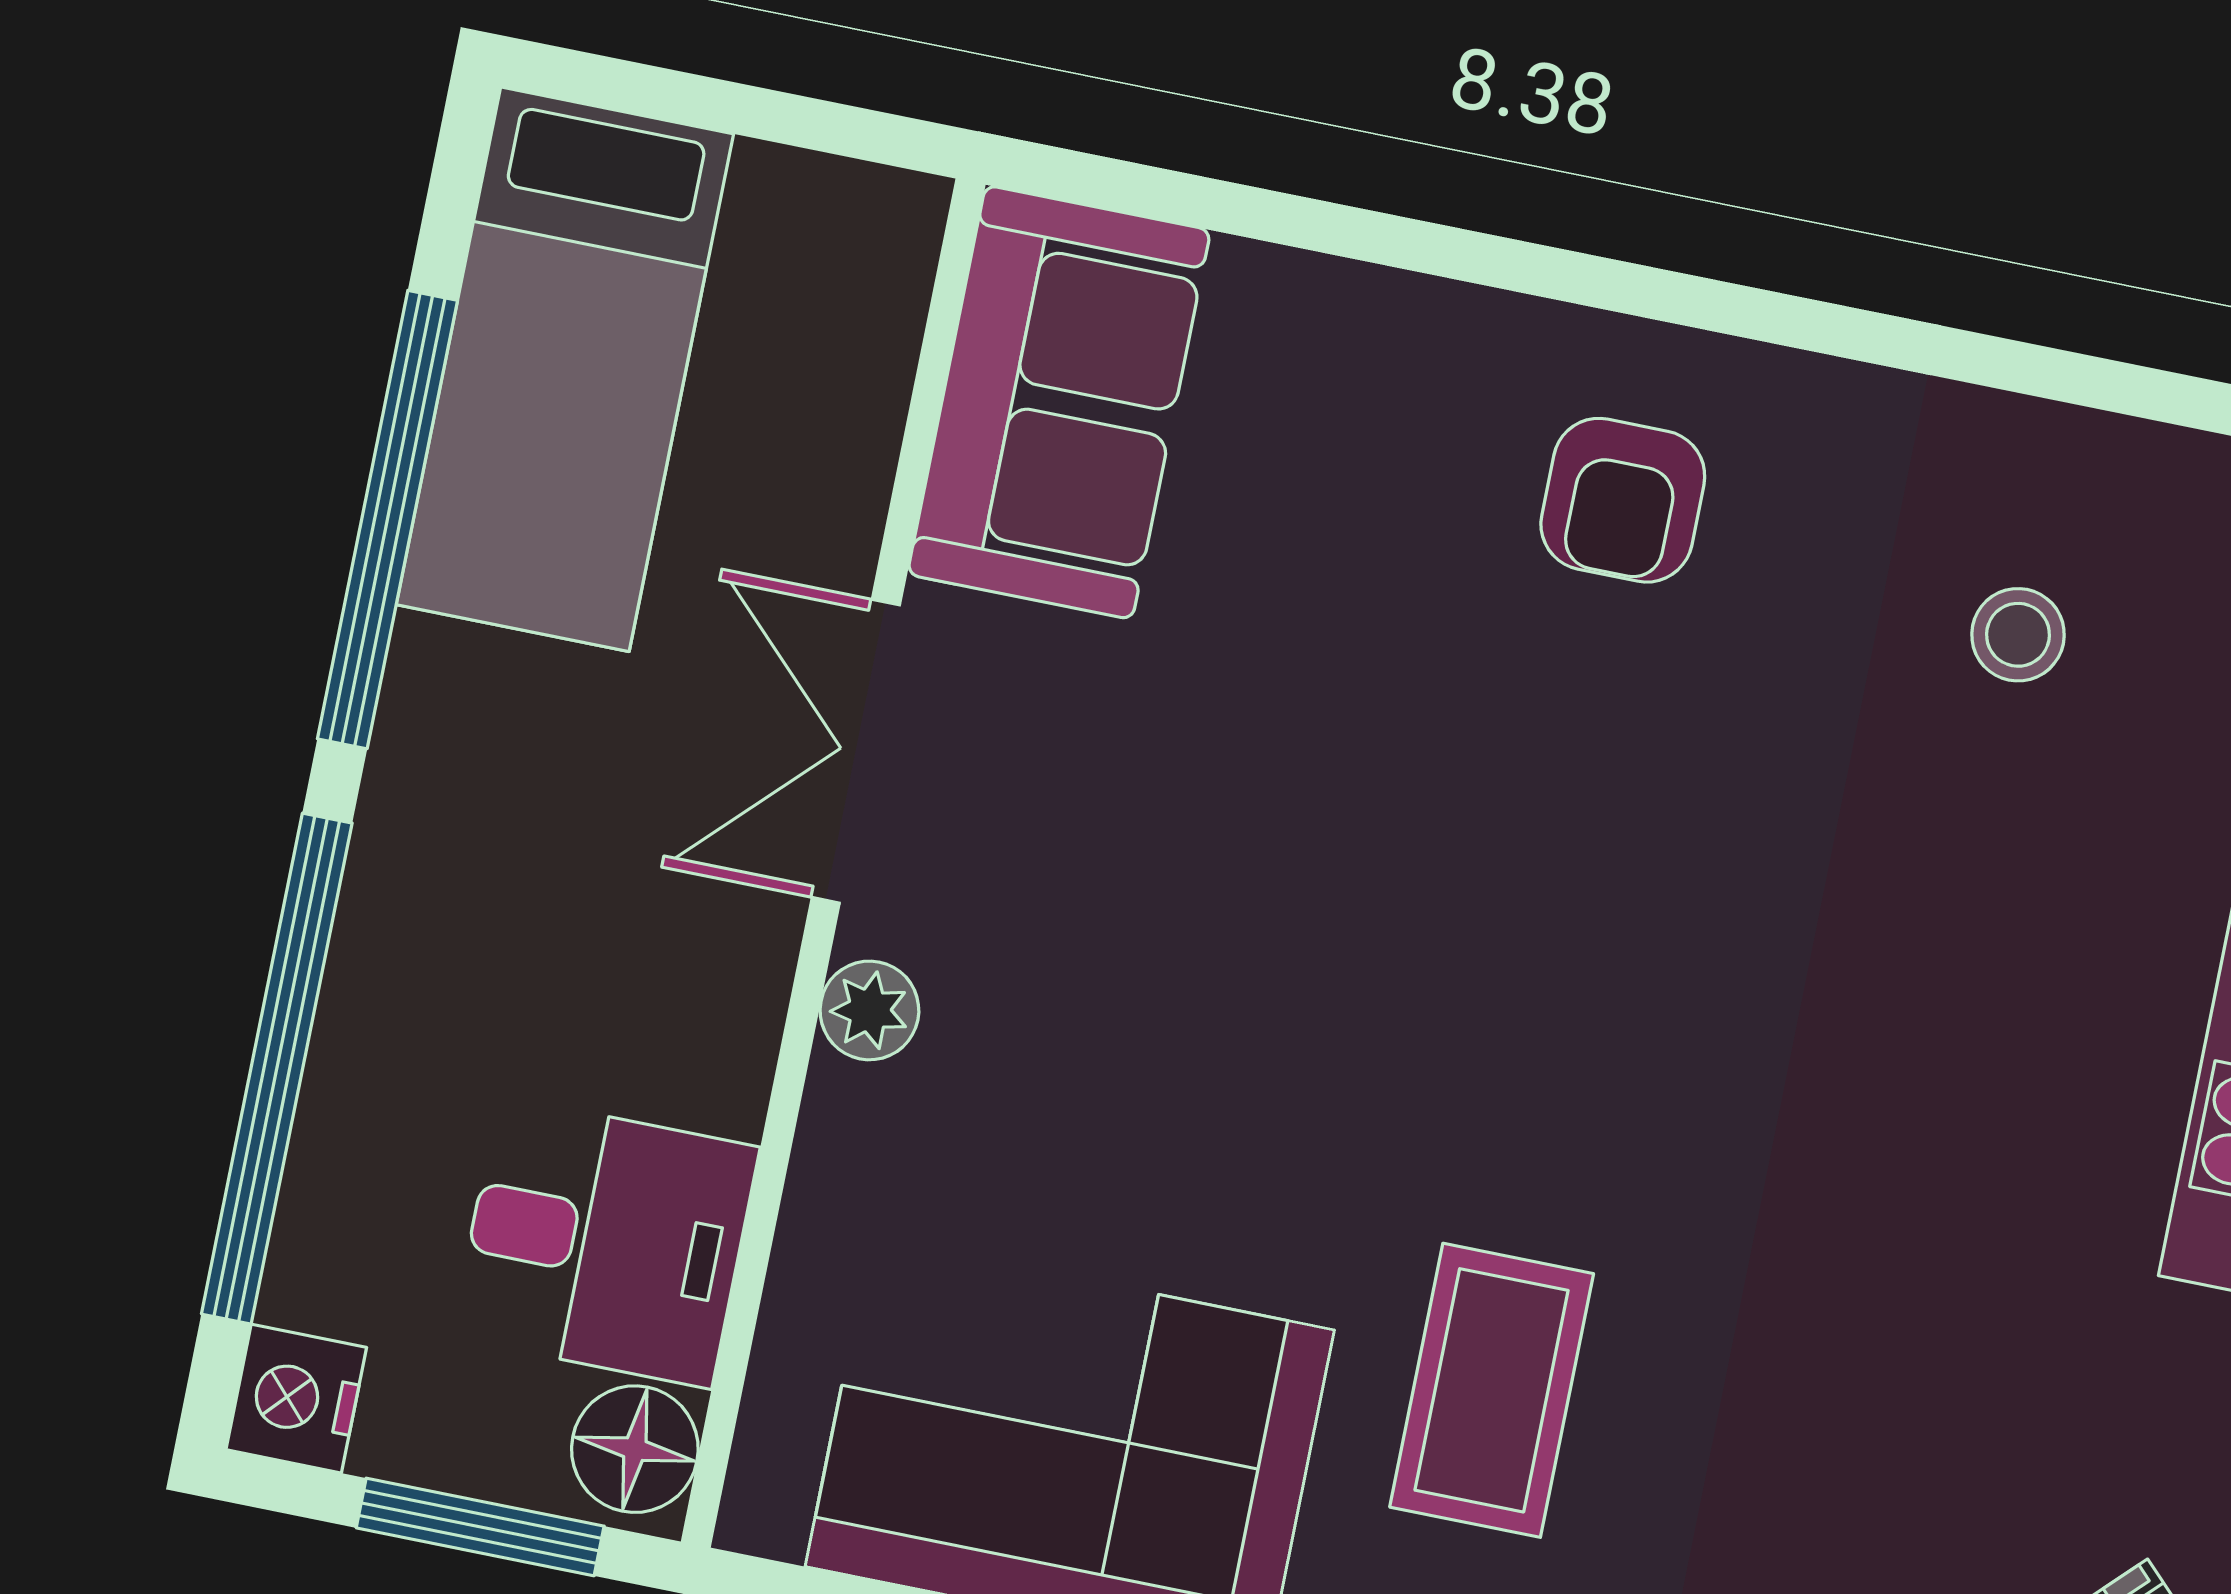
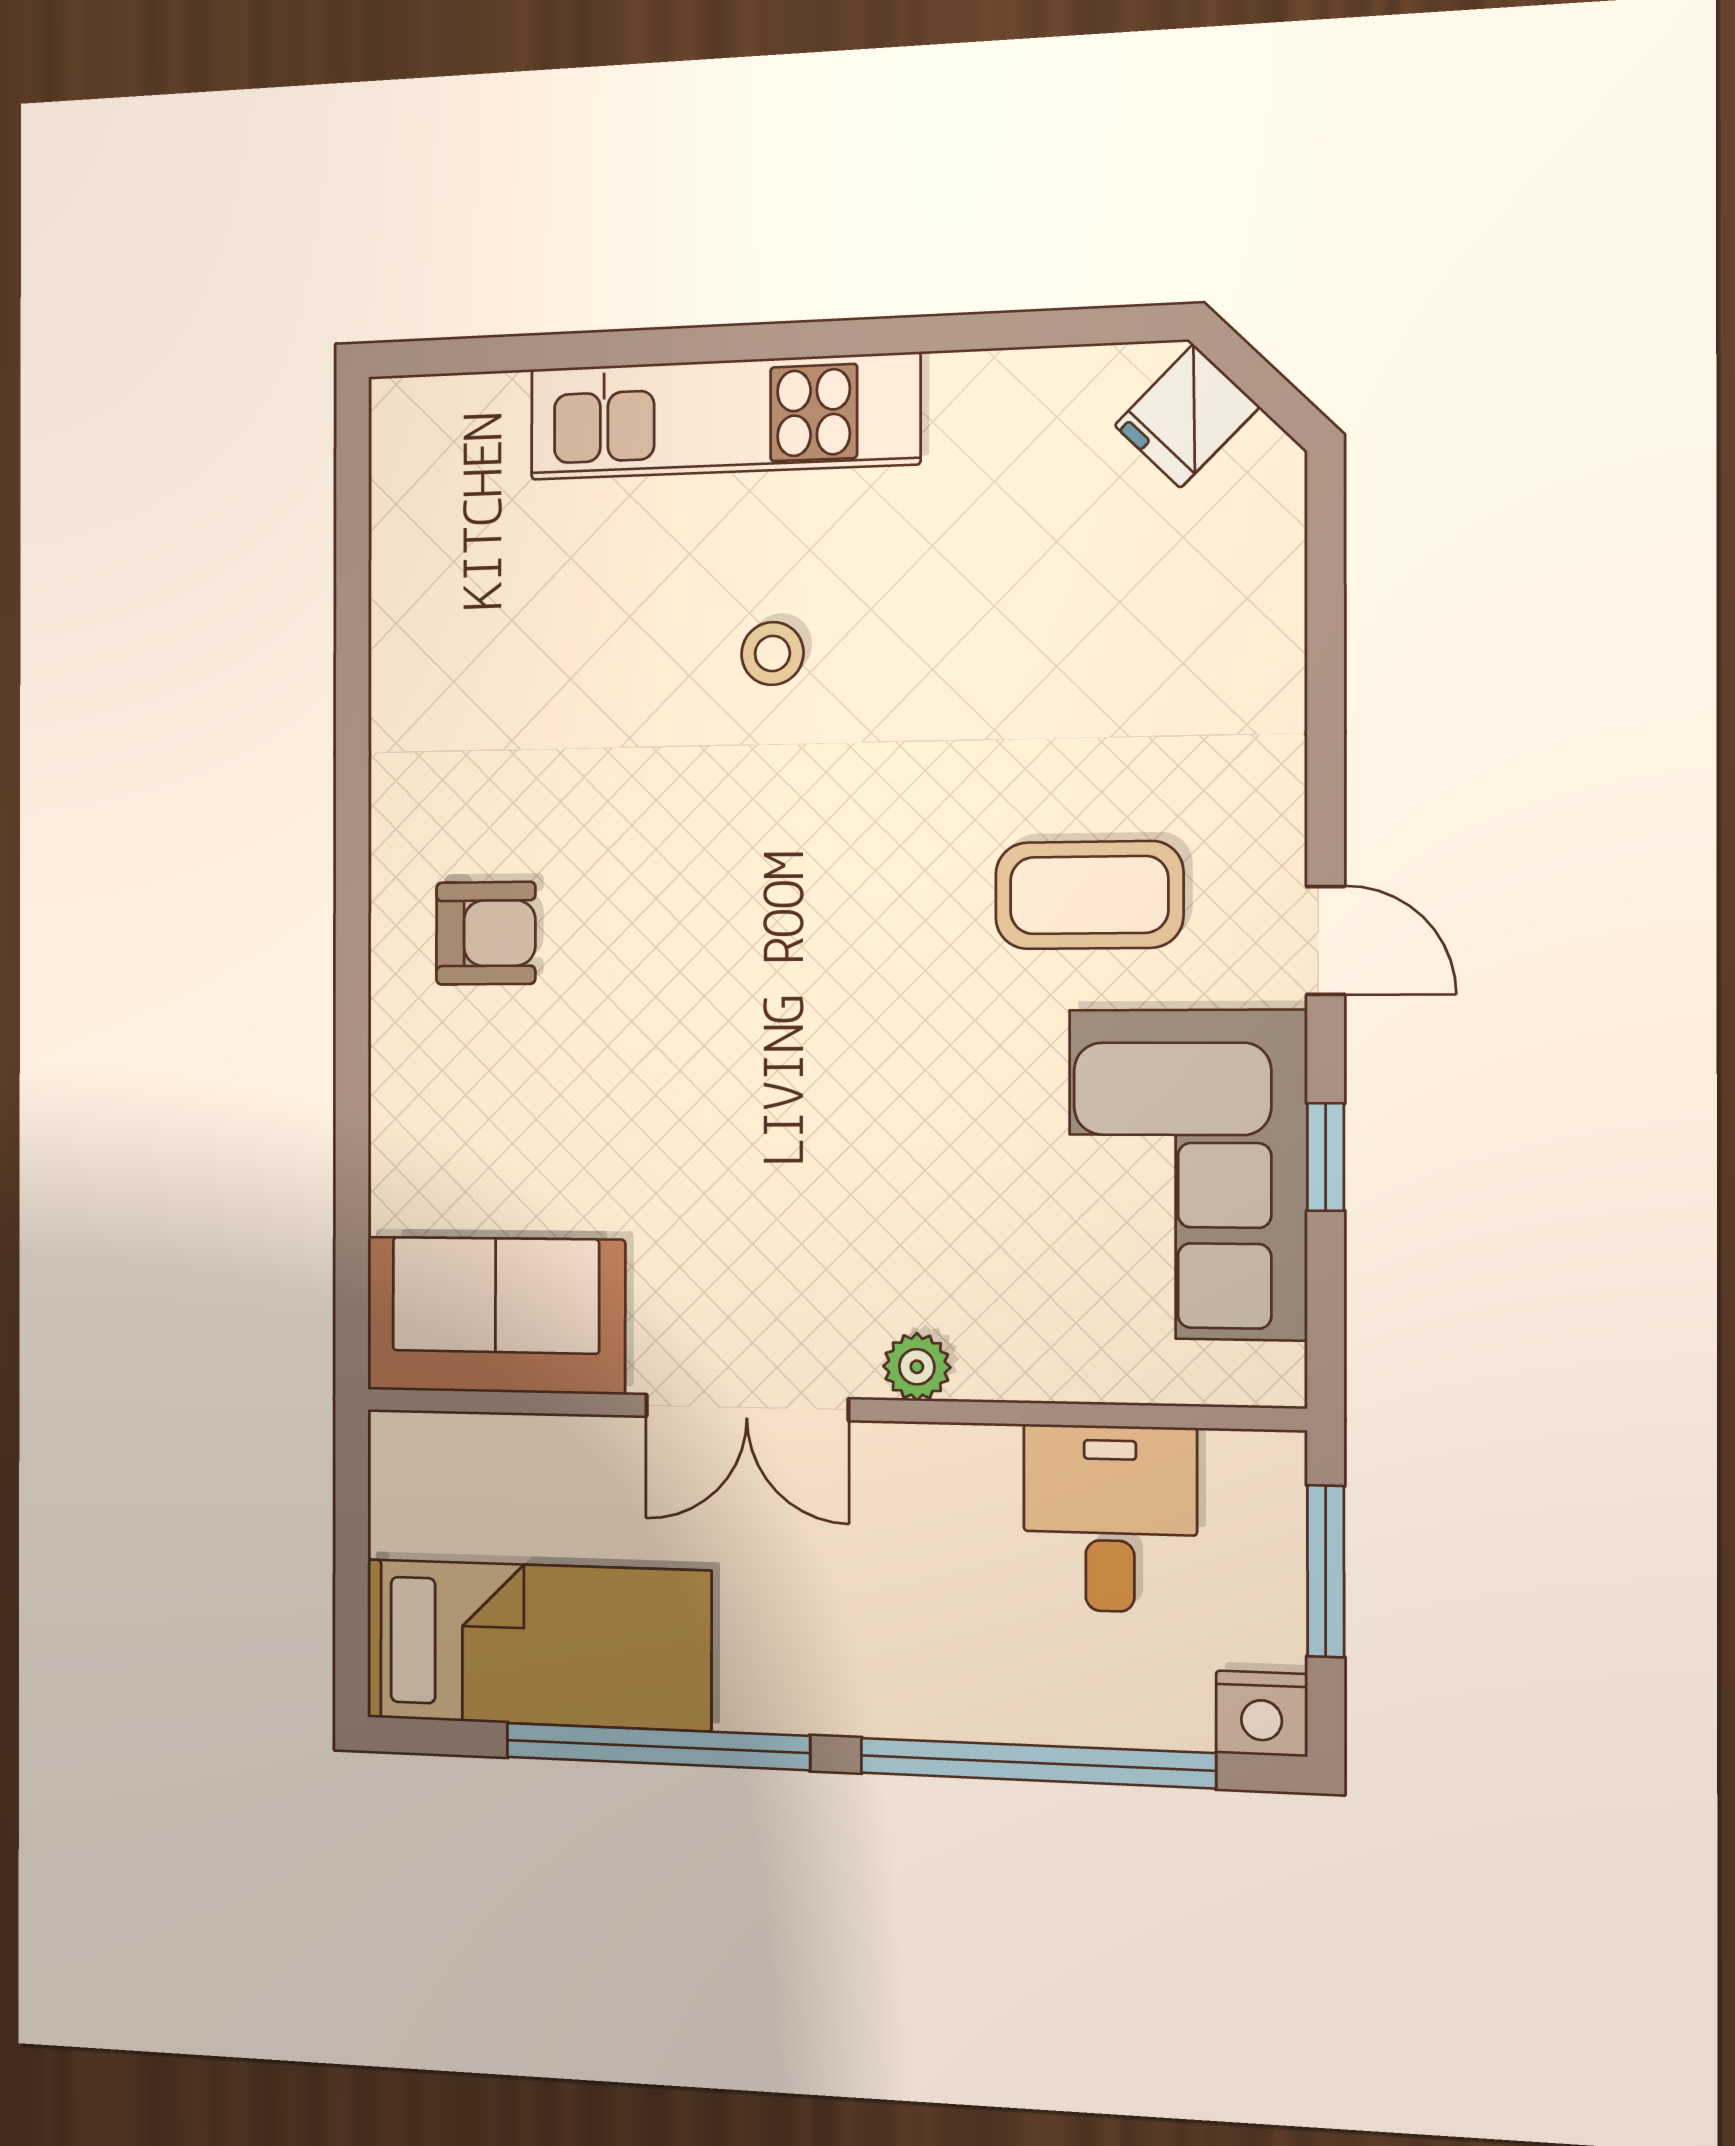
stool: (2018, 635) -> (772, 653), moved
floor lamp: (635, 1449) -> (1249, 1473), removed

